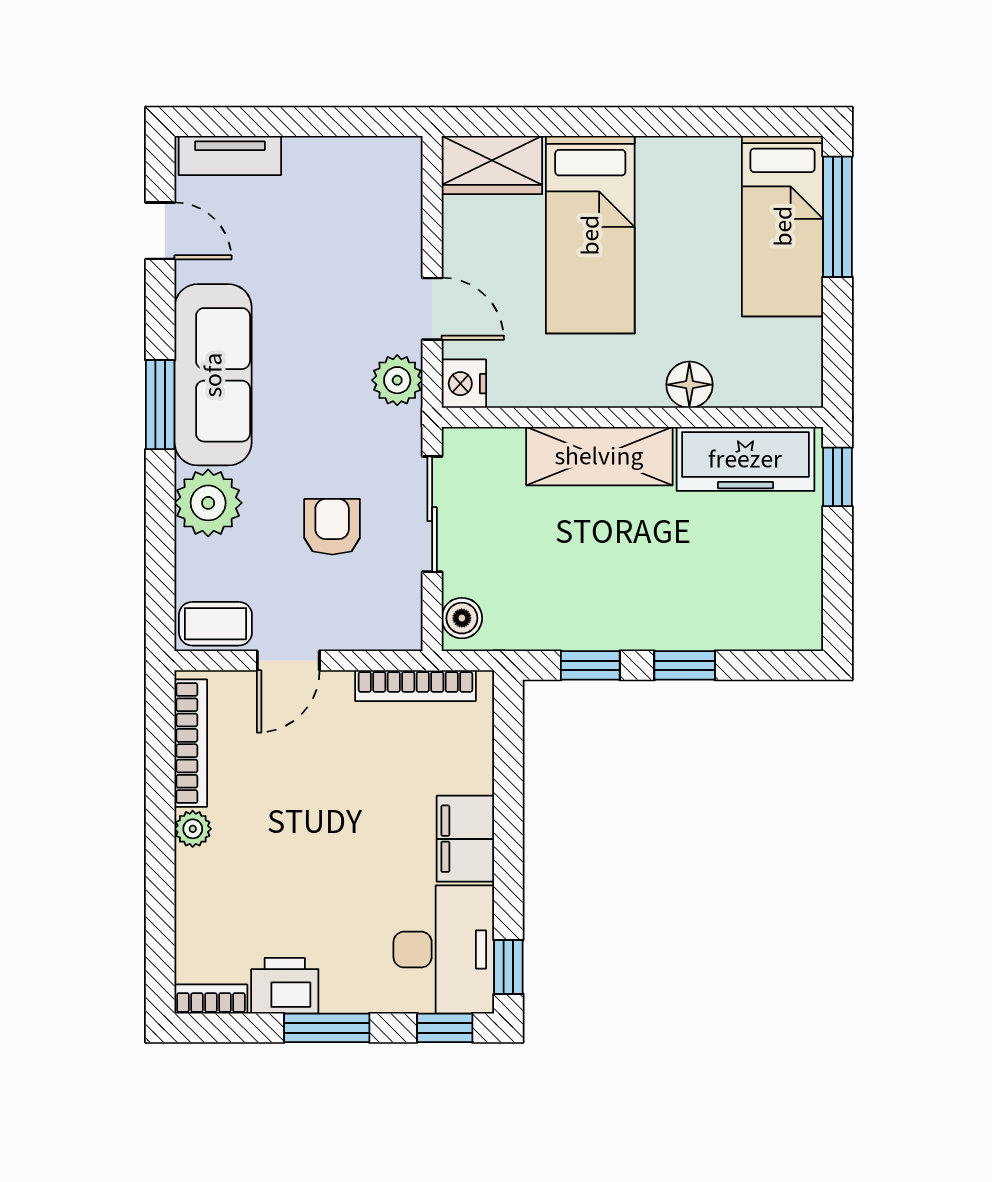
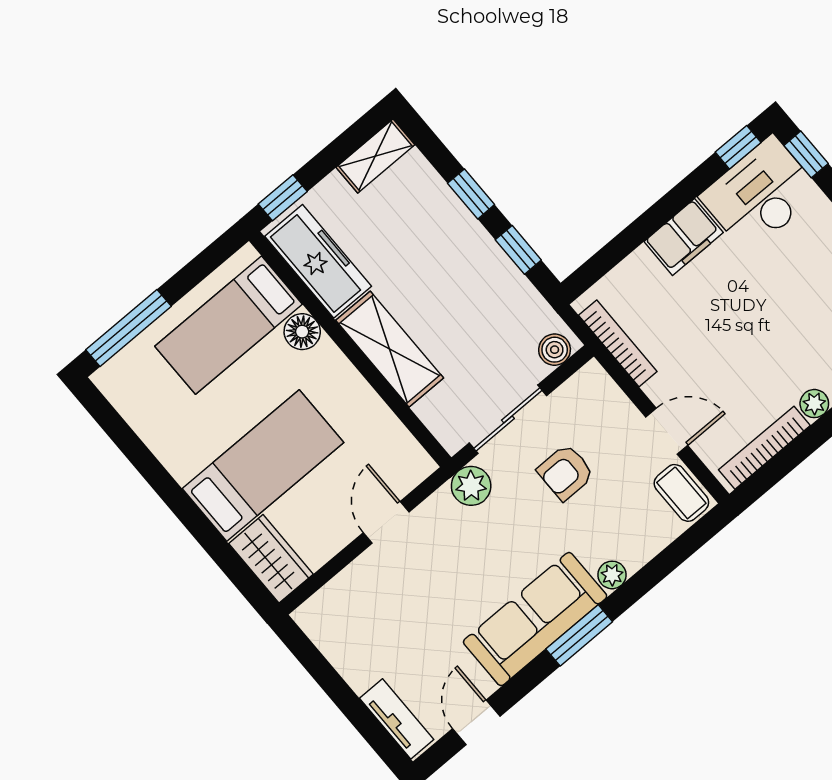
bed: (783, 226) -> (229, 325), moved, turned 180
plant: (397, 380) -> (471, 486), moved
nightstand: (464, 384) -> (415, 466), removed
plant: (208, 503) -> (612, 575), width x0.53, depth x0.53
shelving: (801, 603) -> (375, 156), added

